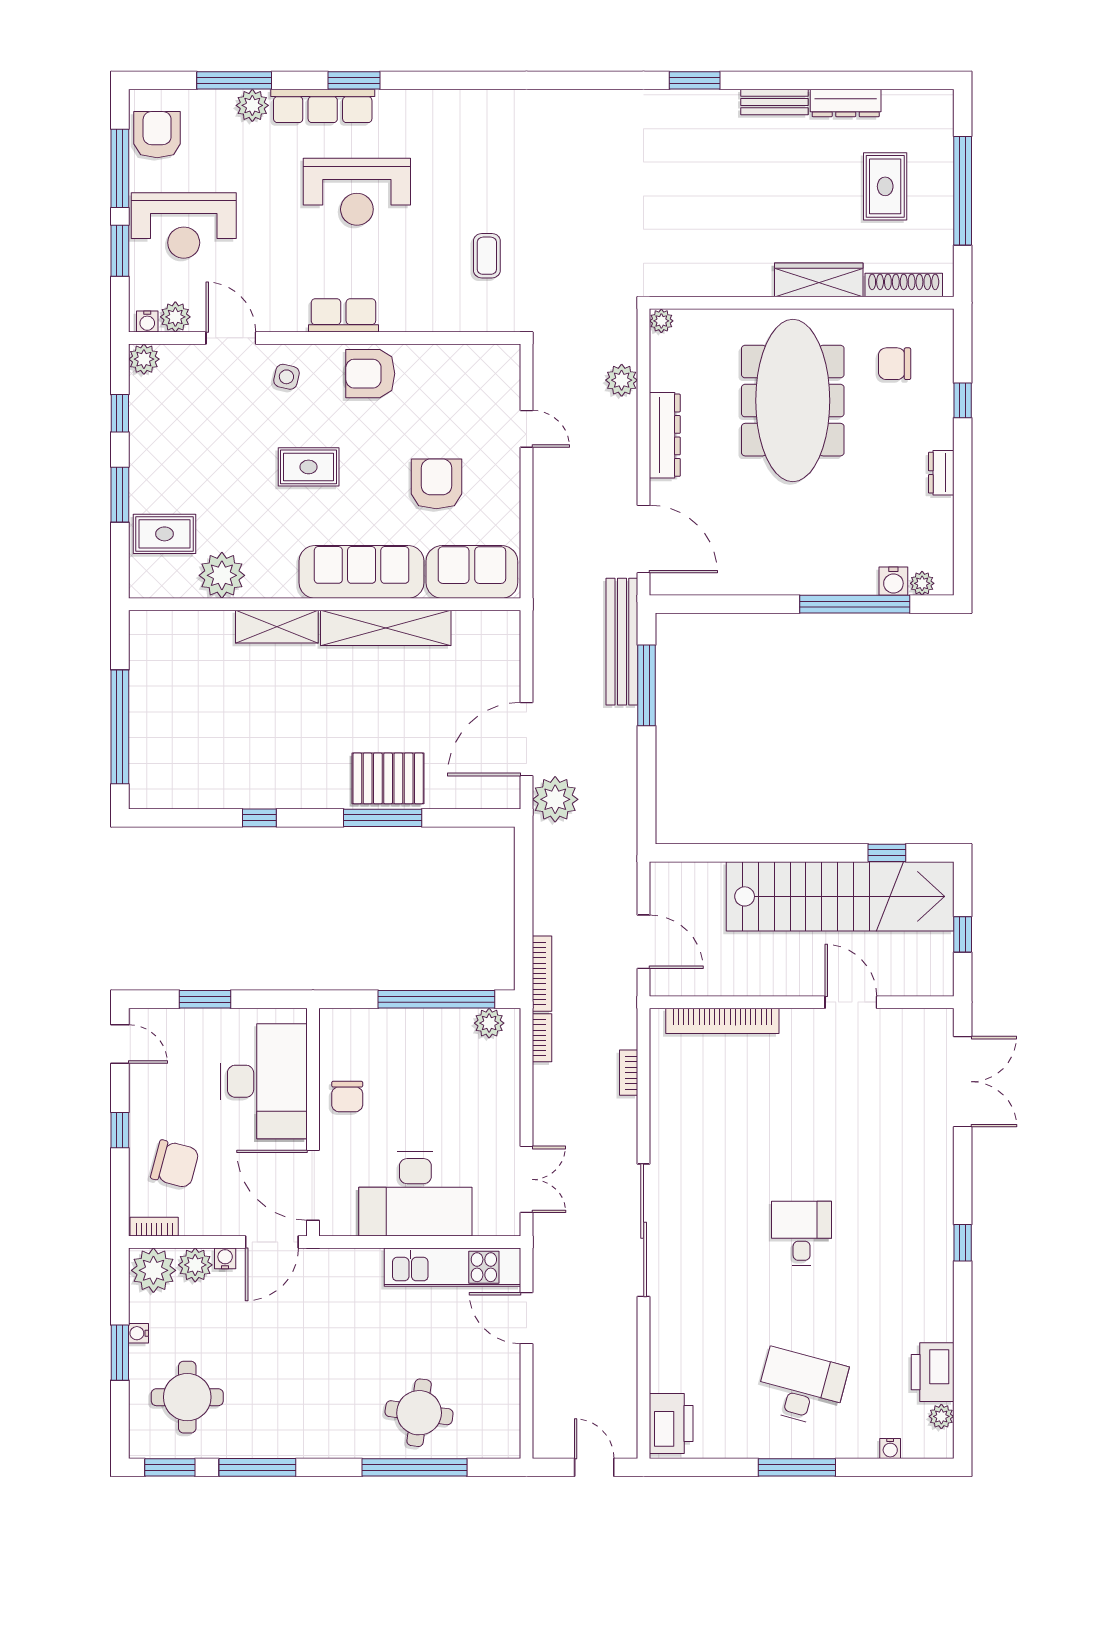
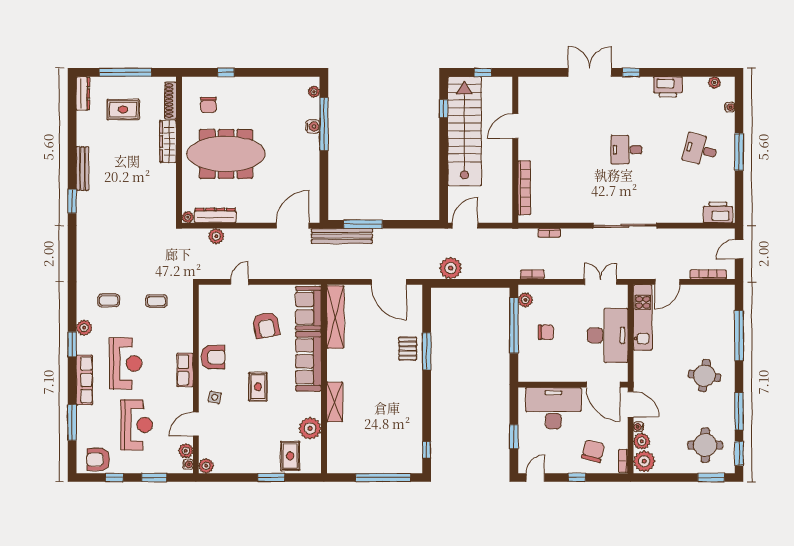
window: (354, 80) -> (72, 344), moved
bench: (775, 102) -> (82, 169), width x1.36
dresser: (846, 103) -> (83, 93), moved
plant: (252, 105) -> (84, 328), moved
coffee table: (488, 156) -> (109, 300), added
window: (120, 168) -> (114, 477), width x0.46
reception desk: (184, 226) -> (136, 425), moved
armchair: (370, 374) -> (213, 357), turned -90
window: (120, 413) -> (232, 477), removed
dresser: (665, 435) -> (215, 215), moved
dresser: (941, 473) -> (261, 83), removed
armchair: (436, 484) -> (266, 325), turned -101
water cooler: (893, 581) -> (313, 126), moved
shelving: (386, 628) -> (335, 317), moved
pallet: (388, 778) -> (408, 349), width x0.67, depth x0.71
plant: (555, 799) -> (451, 268), moved
window: (259, 818) -> (427, 450), moved
door: (644, 942) -> (465, 226), moved
bookcase: (542, 974) -> (708, 274), moved
double door: (963, 1082) -> (590, 72), moved
chair: (347, 1096) -> (546, 332), moved
door: (313, 1185) -> (603, 385), hinge flipped
water cooler: (138, 1333) -> (674, 469), removed
window: (120, 1353) -> (711, 477), moved
printer: (933, 1372) -> (668, 87), moved
desk: (802, 1387) -> (700, 150), width x0.73
round table: (419, 1413) -> (704, 376), moved

